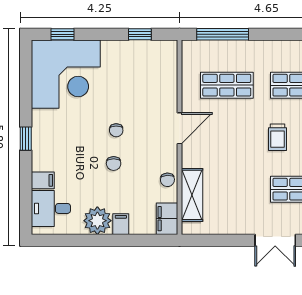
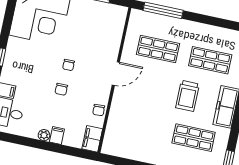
trolley: (278, 137) -> (187, 96), width x1.36, depth x1.39
shelving: (192, 195) -> (115, 125), removed
plant: (97, 221) -> (44, 135), width x0.53, depth x0.53

